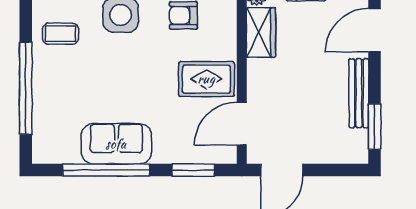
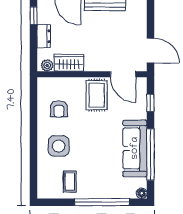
sofa: (116, 144) -> (135, 148), width x1.36
floor lamp: (41, 155) -> (142, 193), added
window: (193, 170) -> (150, 103), width x0.67

